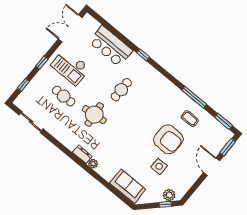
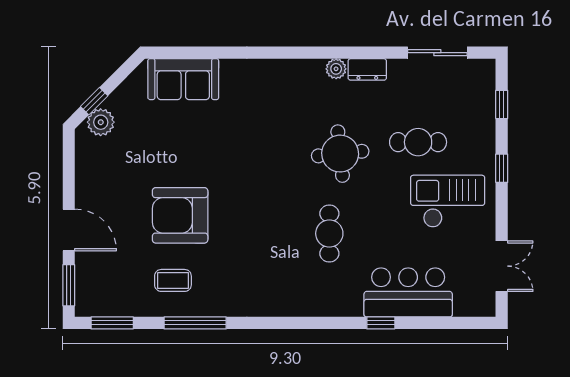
double door: (70, 28) -> (502, 266), width x0.73
window: (143, 55) -> (381, 323), moved
dresser: (82, 154) -> (367, 69), moved
plant: (93, 164) -> (336, 69), moved
side table: (159, 166) -> (158, 157), removed

